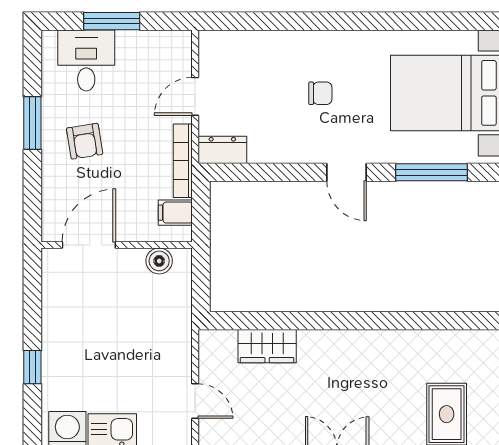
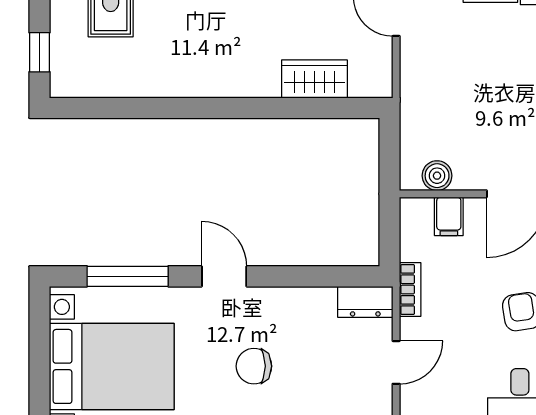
chair: (320, 93) -> (254, 366), width x1.37, depth x1.37
bookcase: (183, 161) -> (410, 290), width x0.64
filing cabinet: (175, 213) -> (449, 216), moved, turned 90

